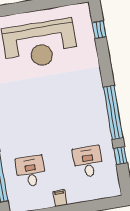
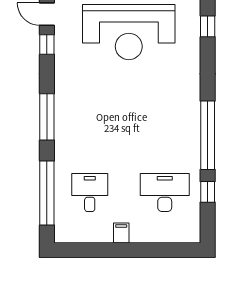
desk: (88, 162) -> (165, 192), width x1.37

